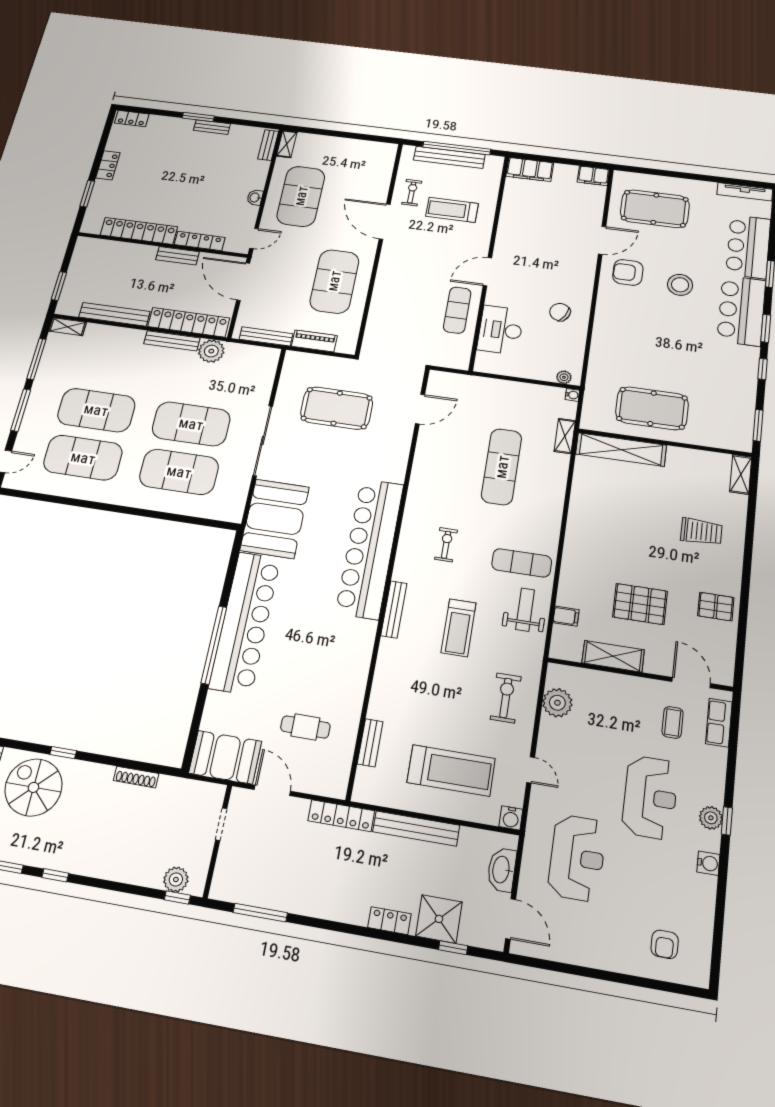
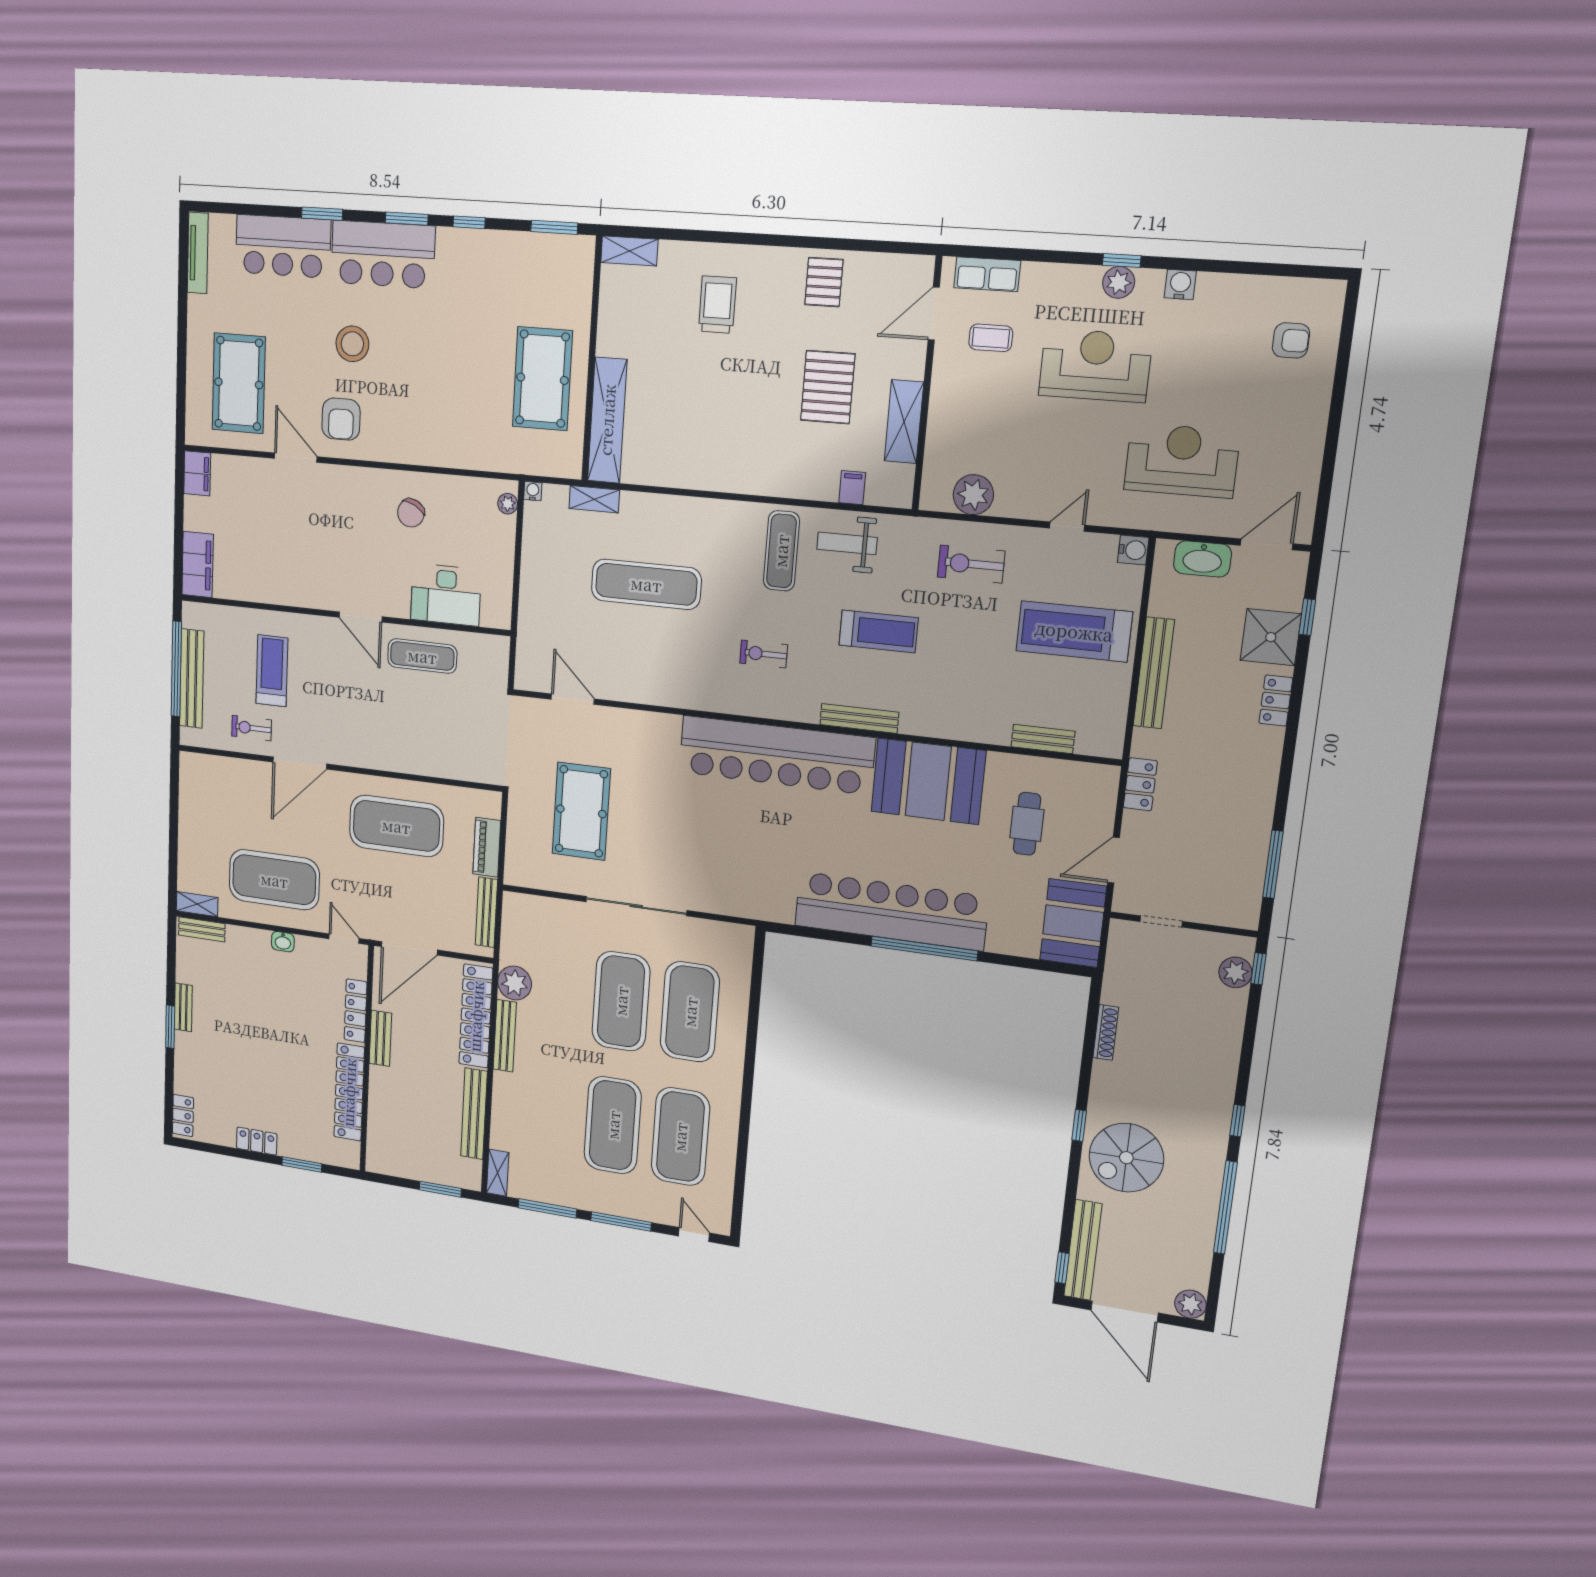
treadmill: (452, 210) -> (272, 671), turned 180
booth: (275, 519) -> (928, 781), moved
treadmill: (451, 771) -> (1074, 631), turned -90
locker: (341, 816) -> (1140, 784), width x0.66

